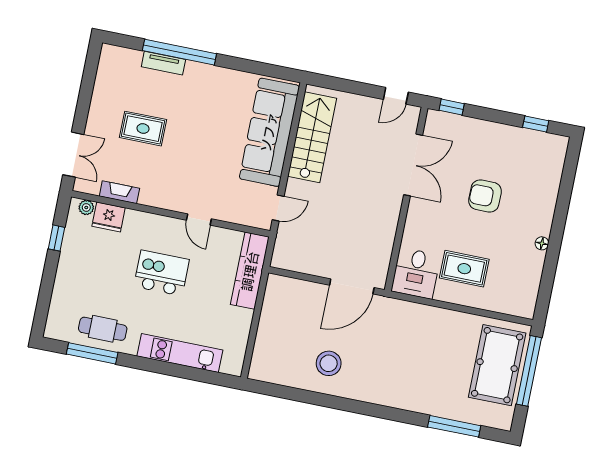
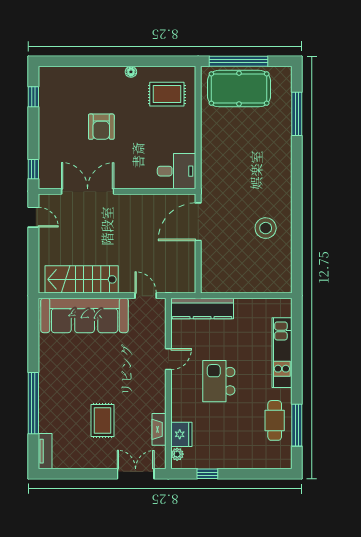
tv unit: (163, 63) -> (45, 451), moved
rug: (464, 269) -> (167, 94), moved, turned 90
door: (352, 286) -> (198, 222), swing flipped

